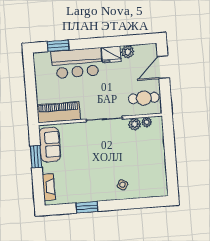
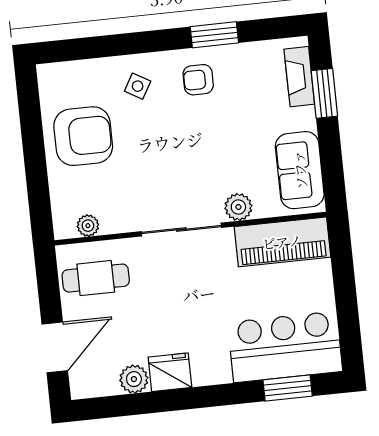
bar counter: (77, 63) -> (285, 347), moved
plant: (135, 124) -> (238, 207), moved
window: (36, 157) -> (324, 93), moved
armchair: (148, 163) -> (83, 136), added
armchair: (95, 187) -> (198, 80), added

